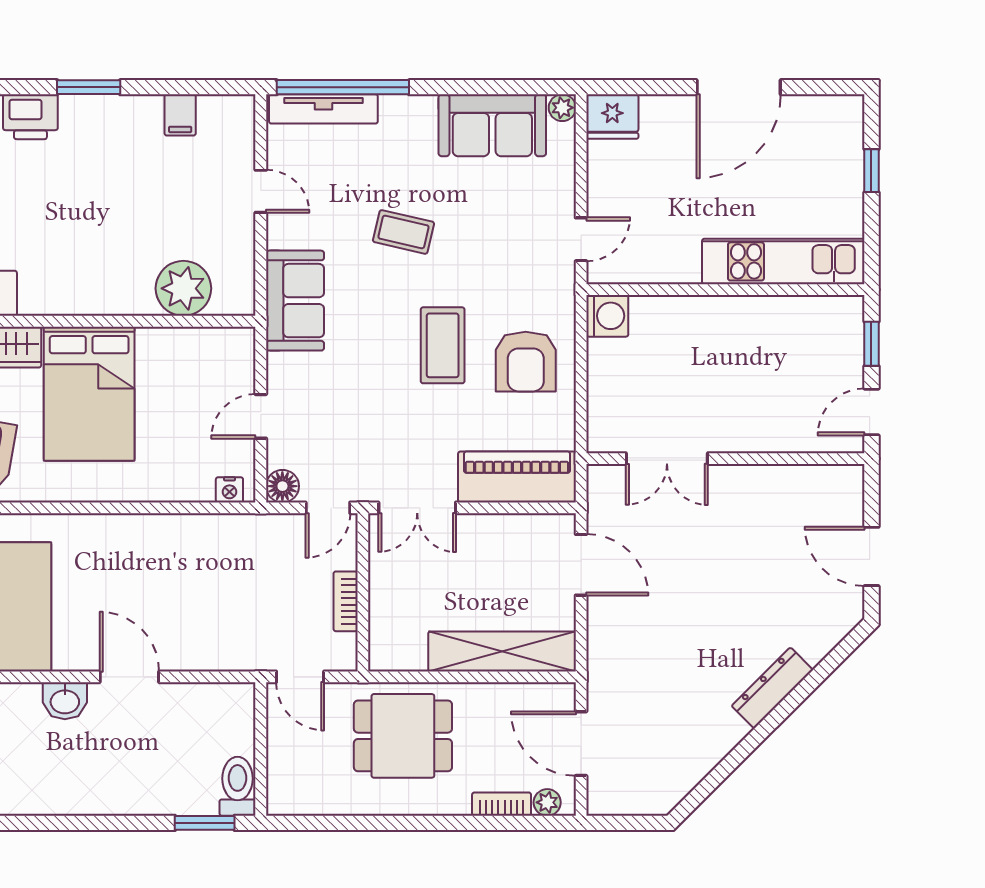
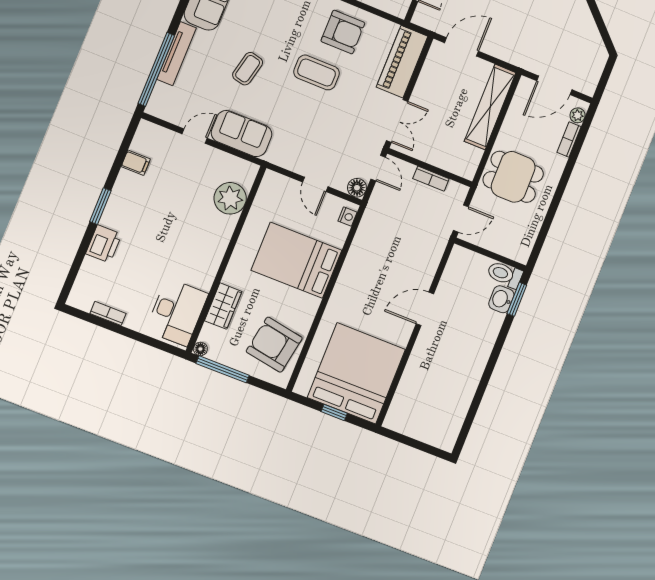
tv unit: (323, 109) -> (177, 54), moved
sofa: (295, 301) -> (242, 134), moved
bed: (89, 394) -> (296, 260), moved, turned 180
washbasin: (65, 701) -> (501, 299), moved, turned 180
dining table: (403, 736) -> (513, 177), turned 90

